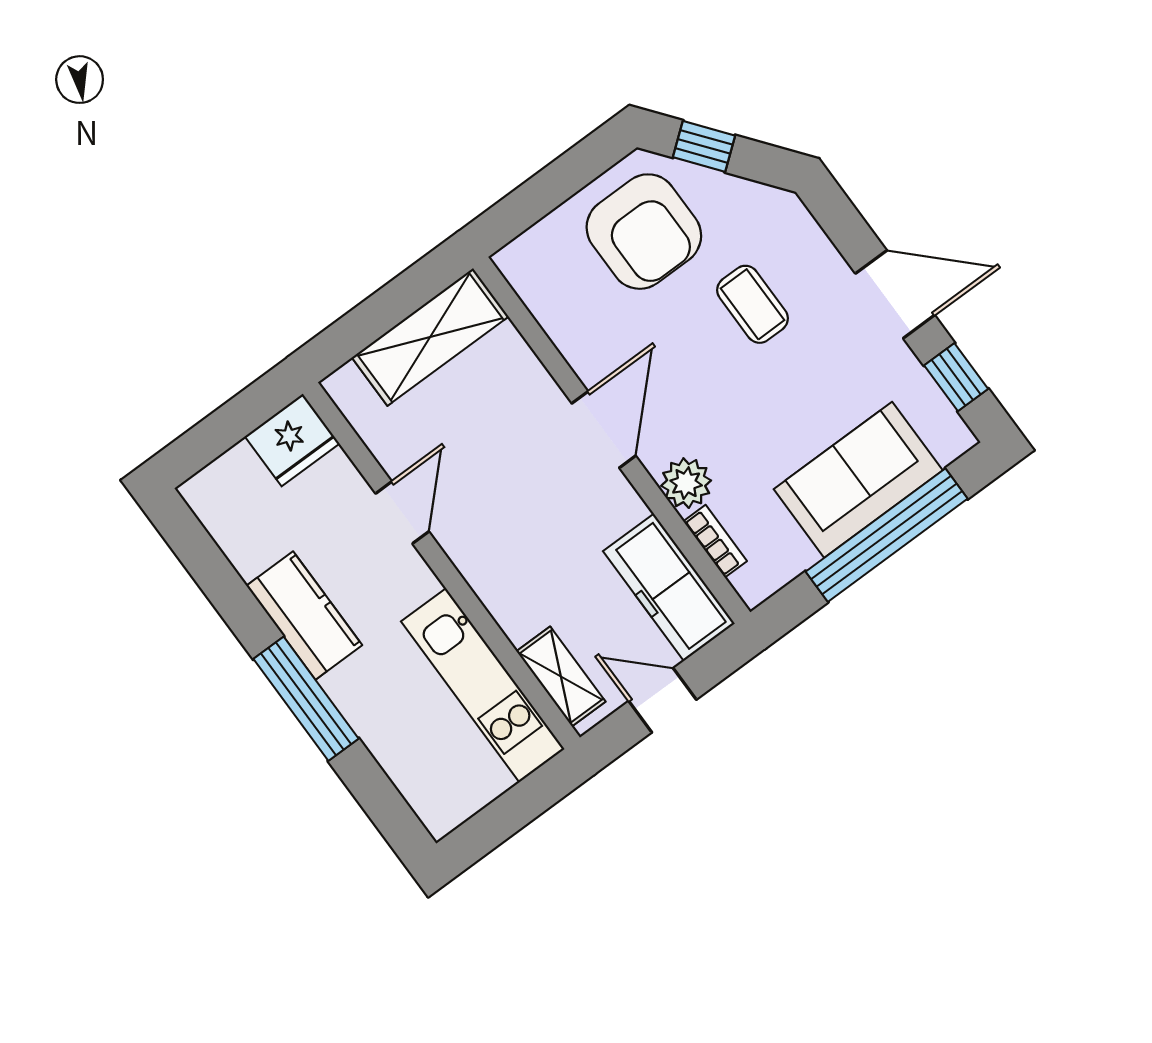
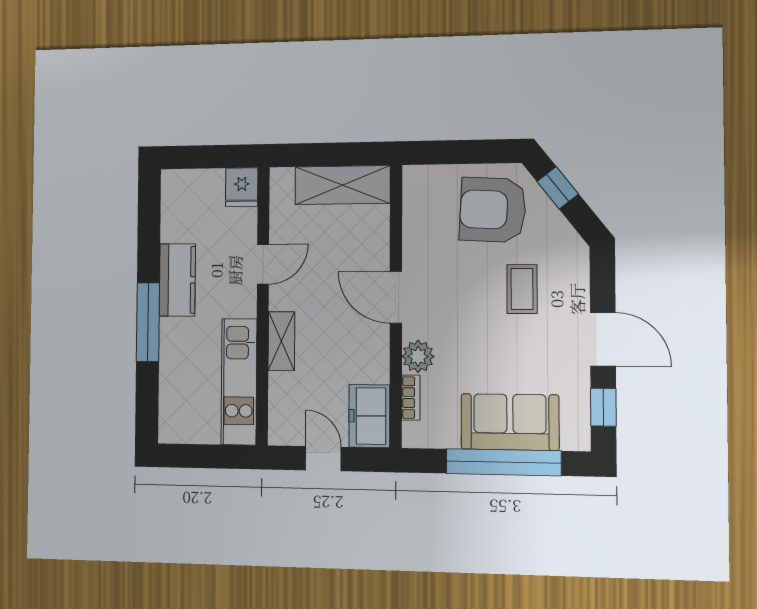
armchair: (644, 232) -> (493, 210), turned 93
door: (604, 430) -> (396, 297), swing flipped
fridge: (292, 440) -> (242, 187), width x0.72
freezer: (669, 587) -> (369, 416), width x0.71
shelving: (561, 677) -> (281, 341), moved

